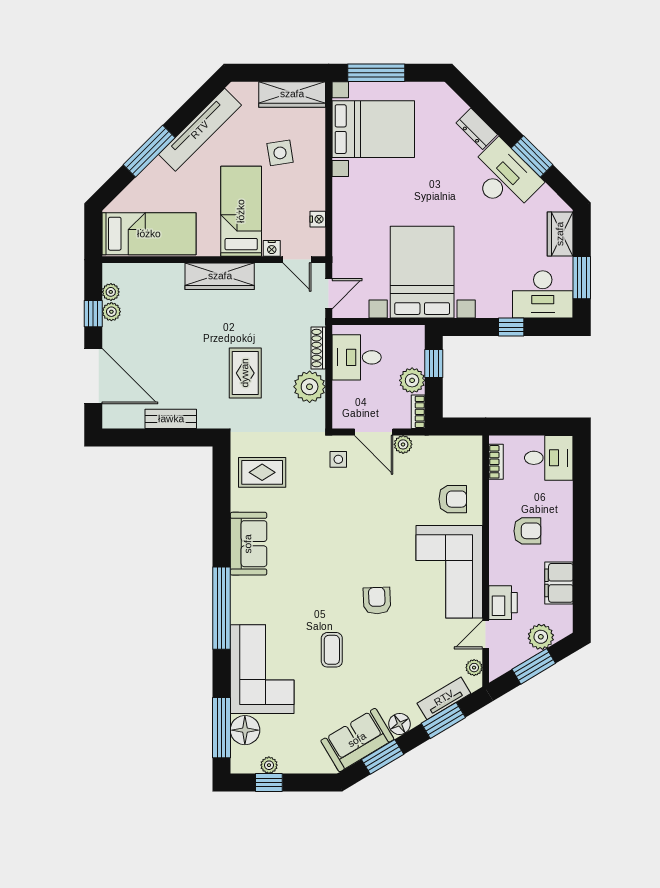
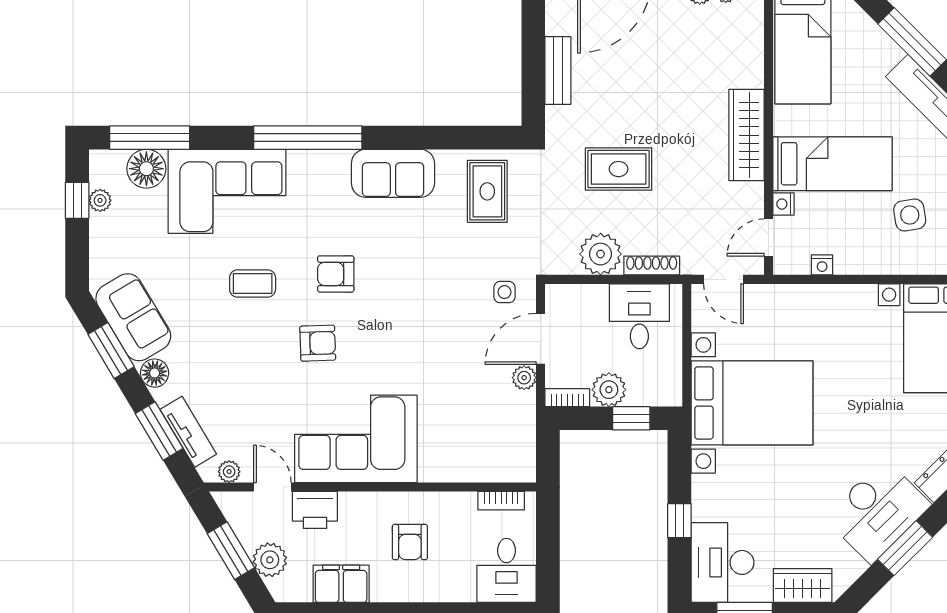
armchair: (453, 499) -> (336, 274), moved, turned 90

